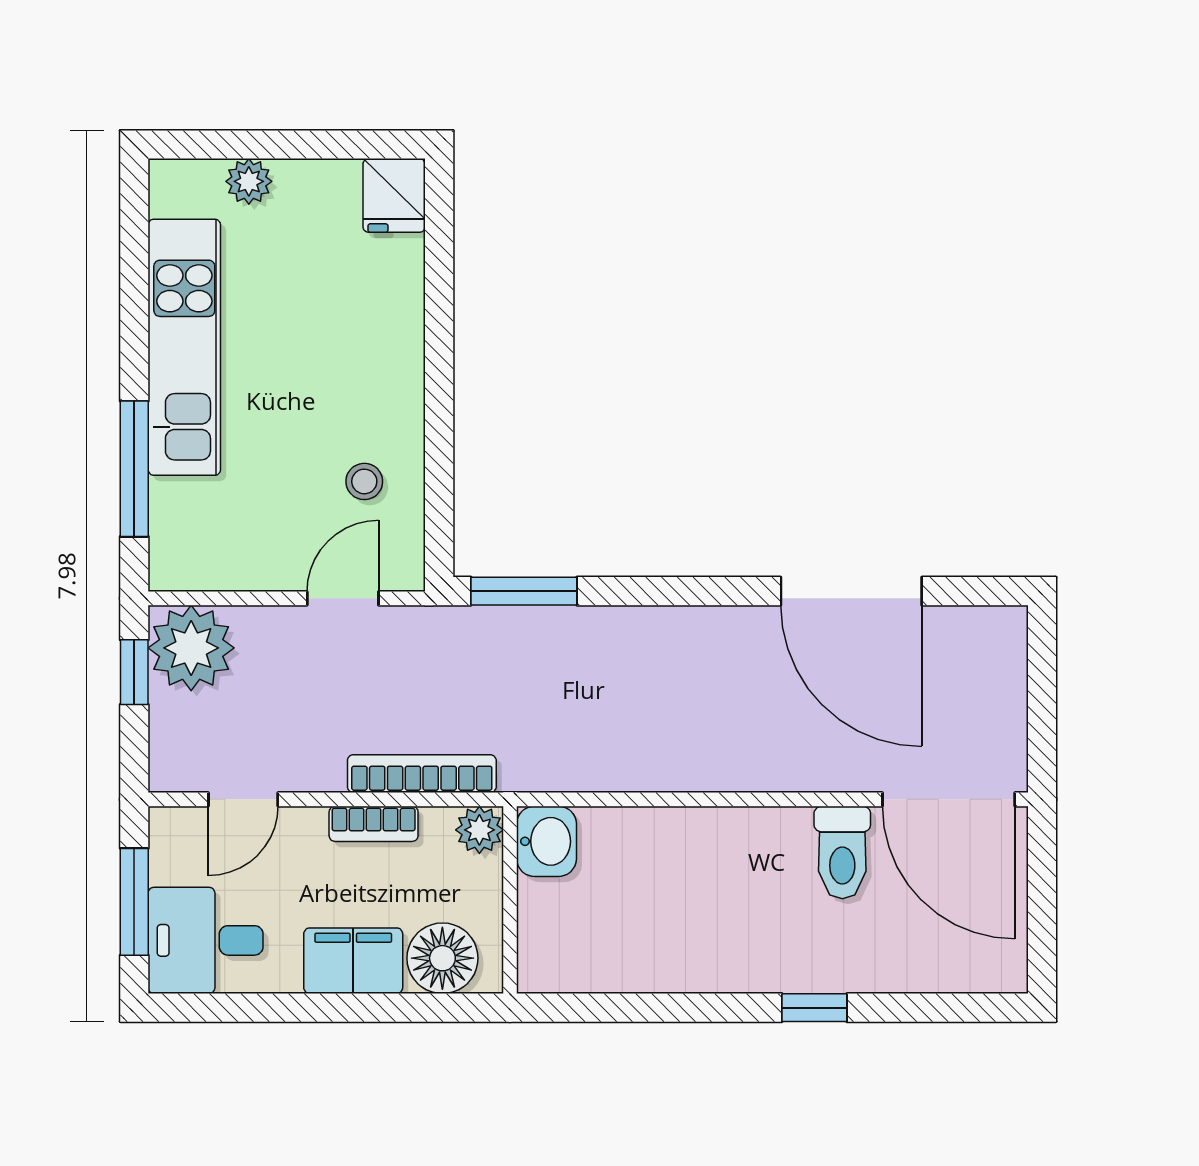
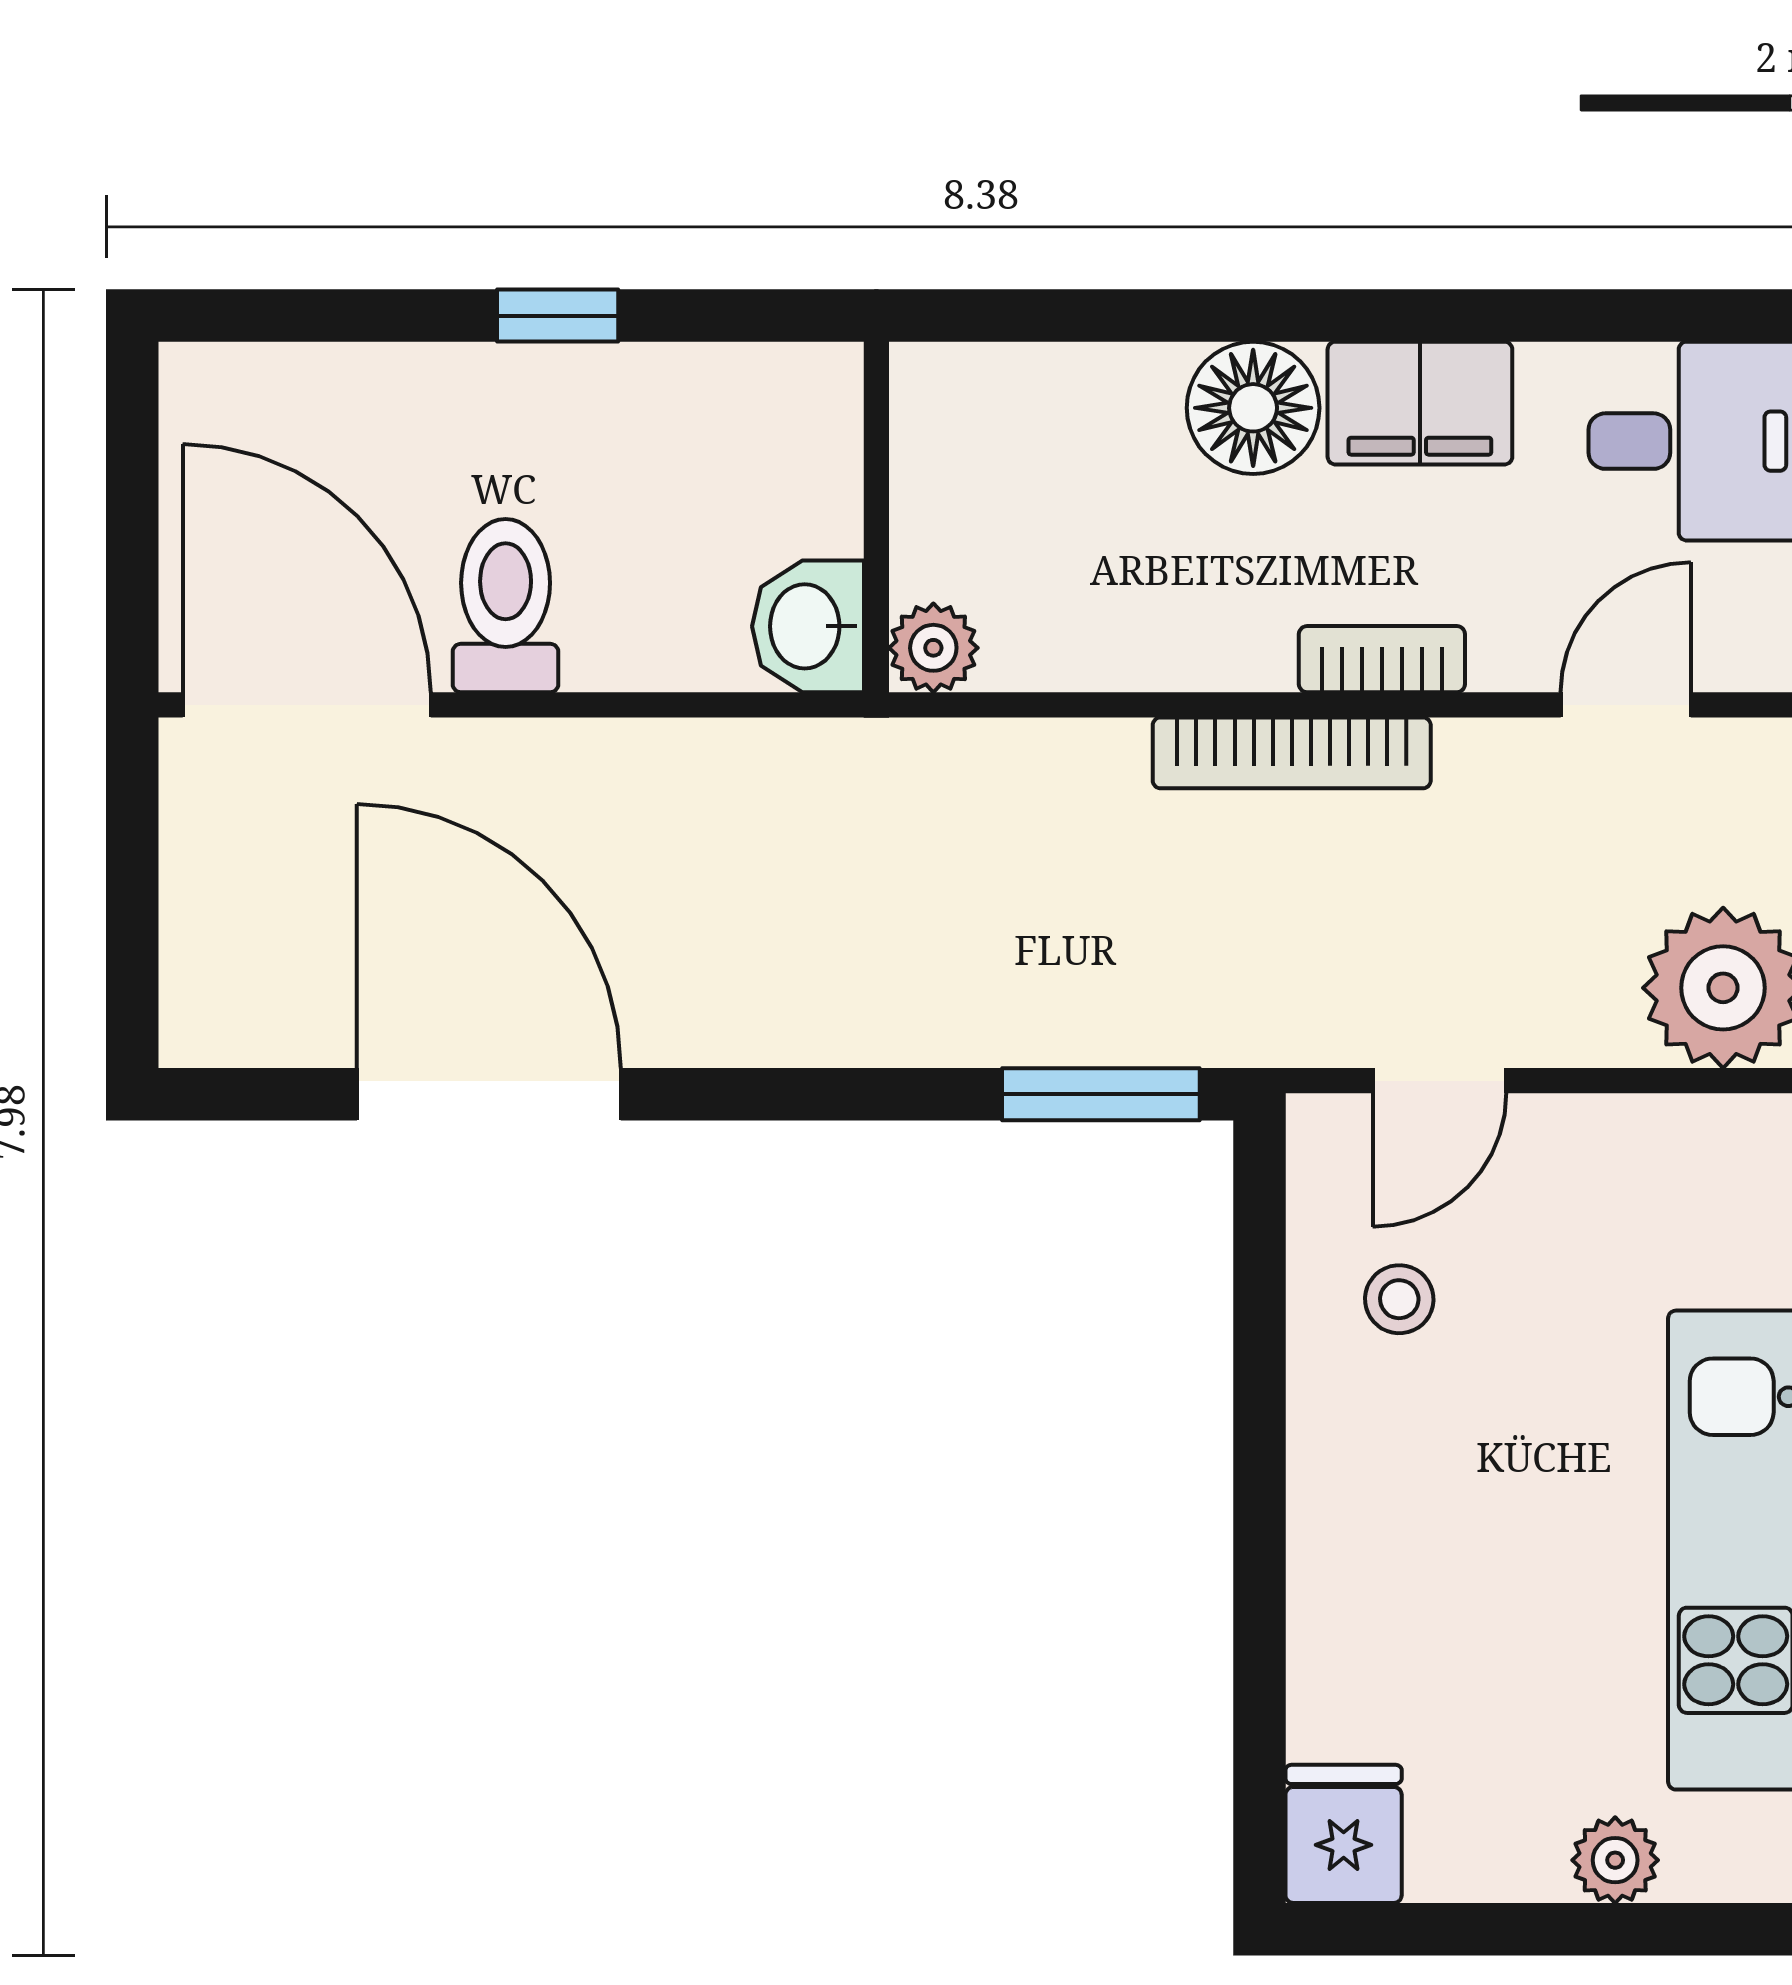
plant: (479, 830) -> (933, 648), moved
washbasin: (547, 841) -> (808, 626), moved
wall: (510, 900) -> (876, 517), moved

